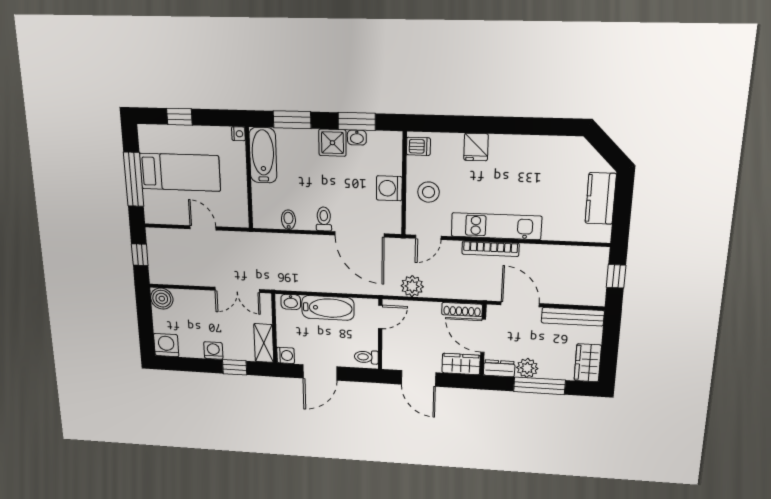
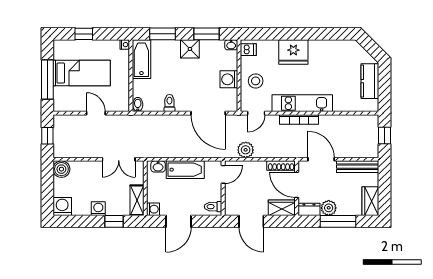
washbasin: (357, 138) -> (231, 45), moved
fridge: (476, 147) -> (293, 52), width x1.88, depth x1.34
toilet: (324, 219) -> (169, 103), moved
bidet: (288, 220) -> (138, 105), moved

